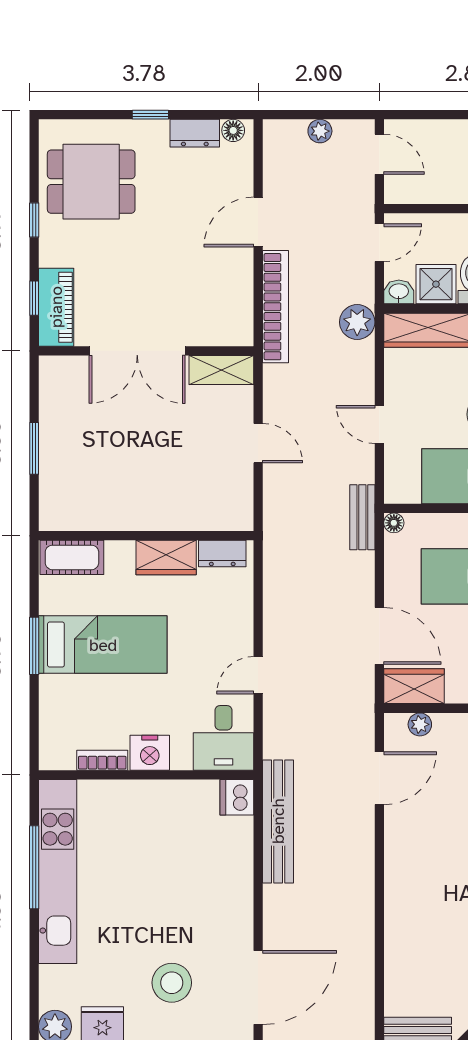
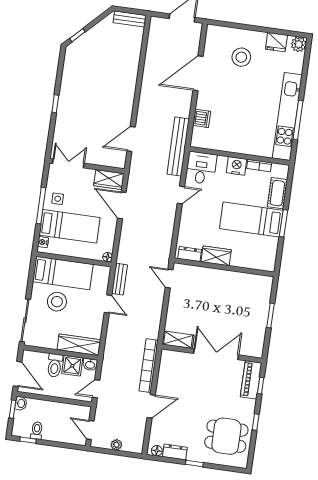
plant: (357, 322) -> (112, 353), removed
door: (258, 443) -> (169, 279), moved
bench: (362, 517) -> (119, 279), moved
cot: (72, 557) -> (277, 193), moved, turned 90
plant: (420, 724) -> (109, 161), removed
dishwasher: (237, 797) -> (202, 118), moved
bench: (278, 821) -> (178, 147), moved
door: (258, 987) -> (198, 73), moved

